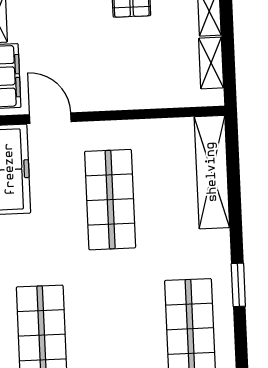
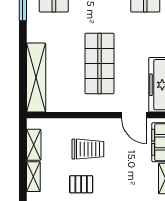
trolley: (123, 60) -> (88, 149), added

